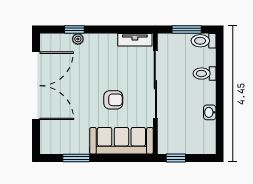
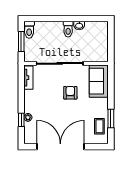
toilet: (205, 74) -> (68, 29), moved
sofa: (121, 141) -> (99, 81), width x0.73
coffee table: (65, 142) -> (99, 126), added
window: (176, 158) -> (111, 49), removed

